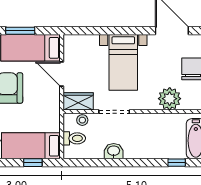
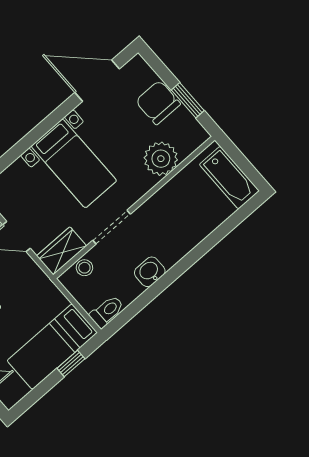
toilet: (74, 138) -> (107, 311), moved
window: (177, 163) -> (231, 223), removed

